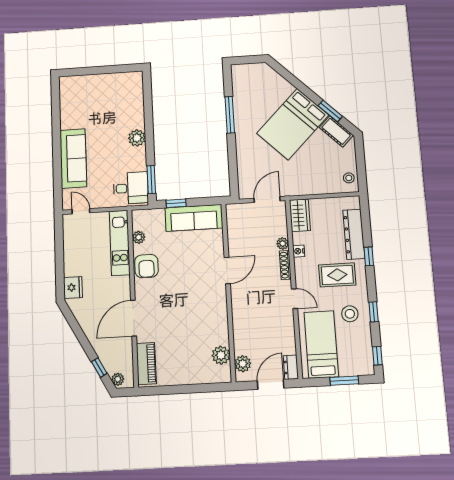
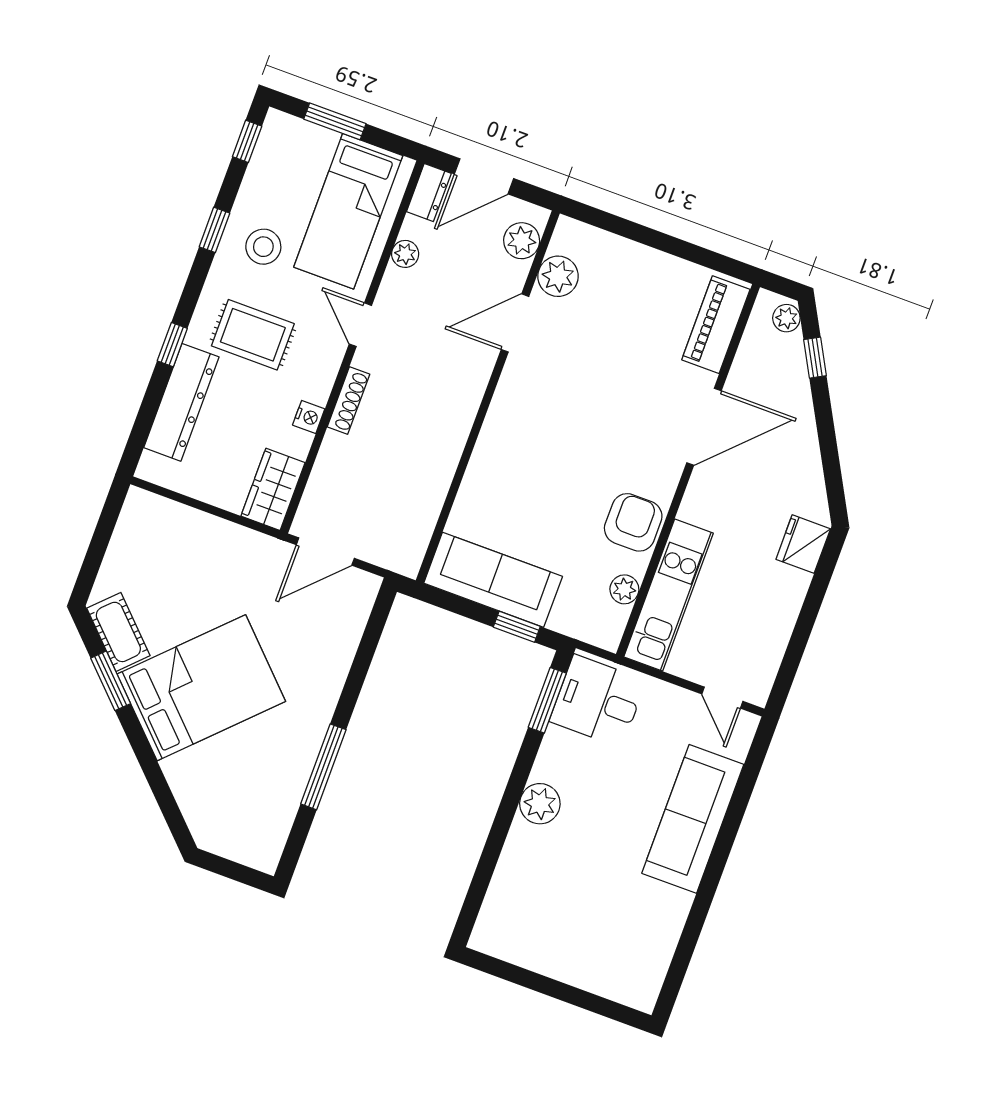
stool: (349, 178) -> (138, 523), removed
plant: (283, 243) -> (405, 254), moved
door: (227, 270) -> (515, 323), moved

